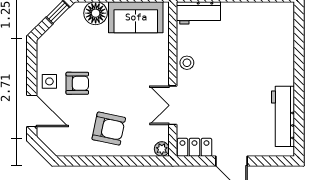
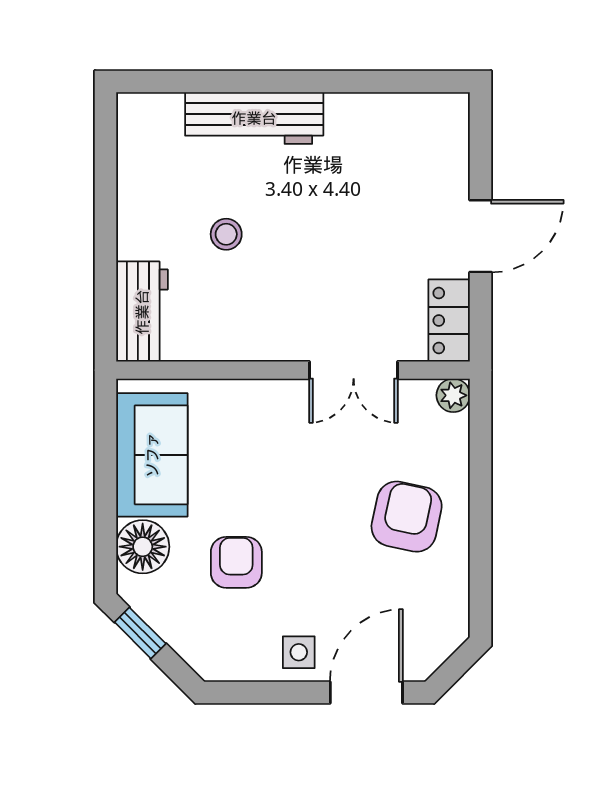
stool: (187, 63) -> (226, 234), moved
armchair: (77, 83) -> (236, 562), moved
workbench: (283, 116) -> (254, 118), moved

